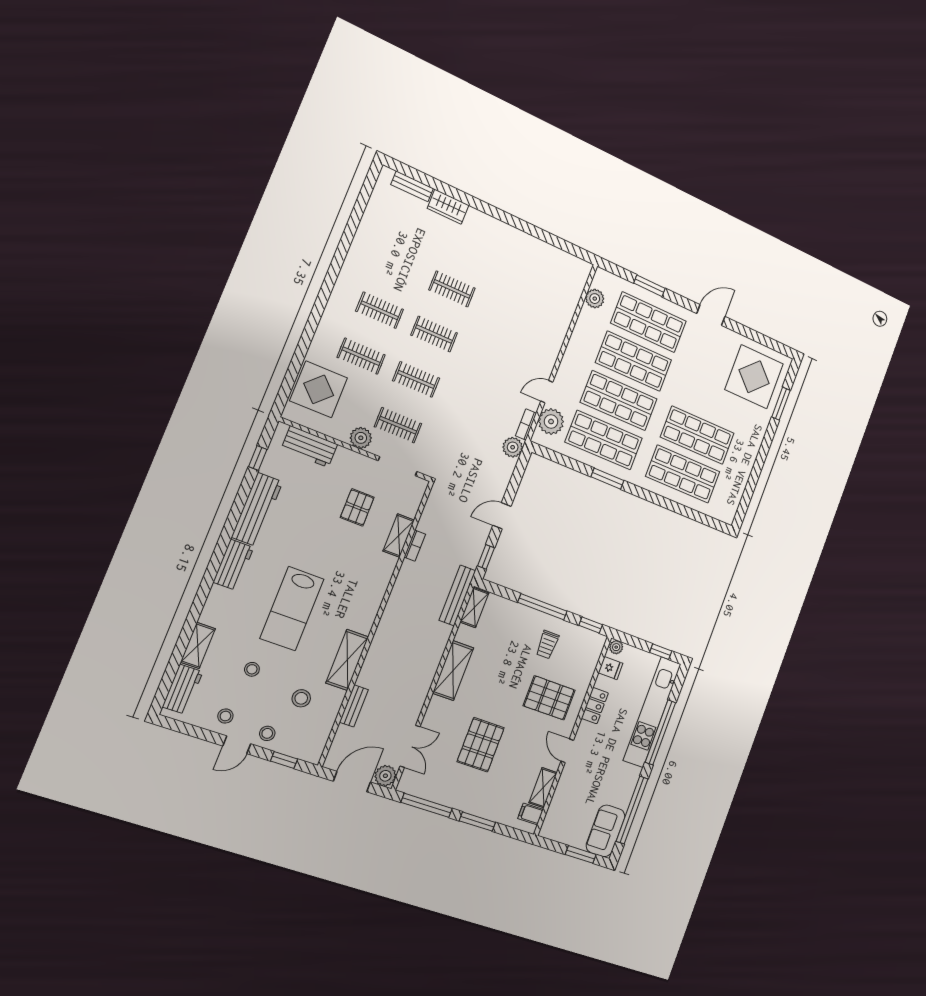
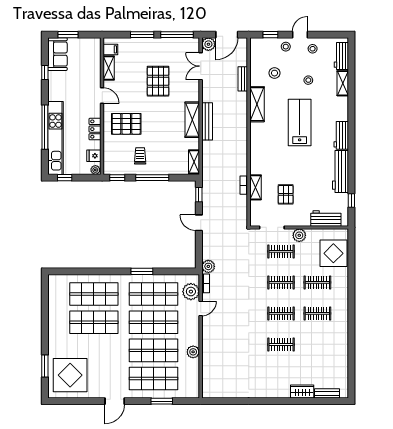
plant: (595, 299) -> (193, 352), moved
door: (502, 516) -> (199, 223), swing flipped
bench: (457, 595) -> (207, 121), moved
window: (632, 810) -> (45, 72), width x0.32

